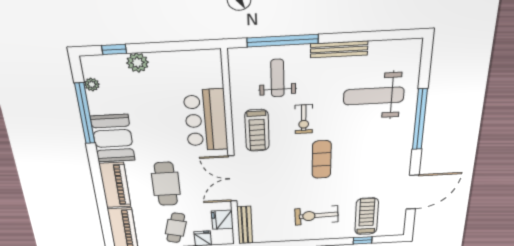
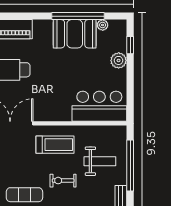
bar counter: (206, 120) -> (99, 106), moved
treadmill: (257, 130) -> (55, 145), turned 180
booth: (113, 138) -> (75, 34), moved

